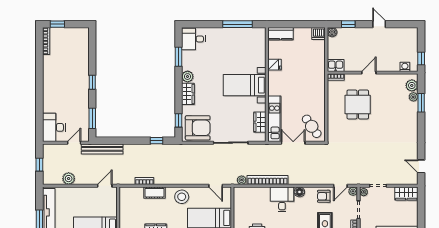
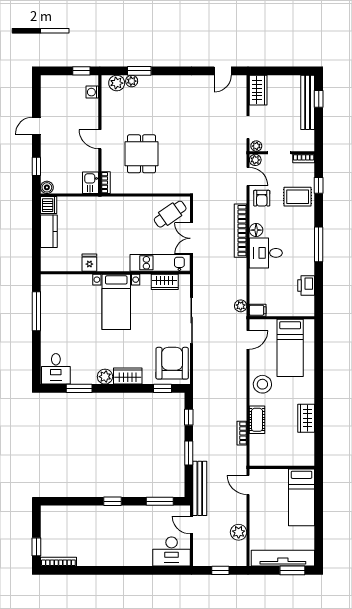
kitchen counter: (281, 34) -> (49, 231), moved
dining table: (358, 104) -> (142, 154), turned 90
window: (129, 141) -> (189, 453), added
bookcase: (267, 180) -> (241, 231), moved
filing cabinet: (238, 193) -> (258, 310), added

